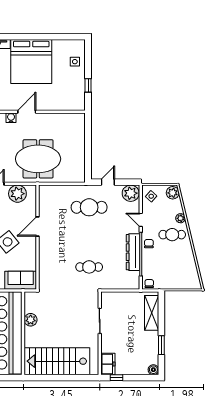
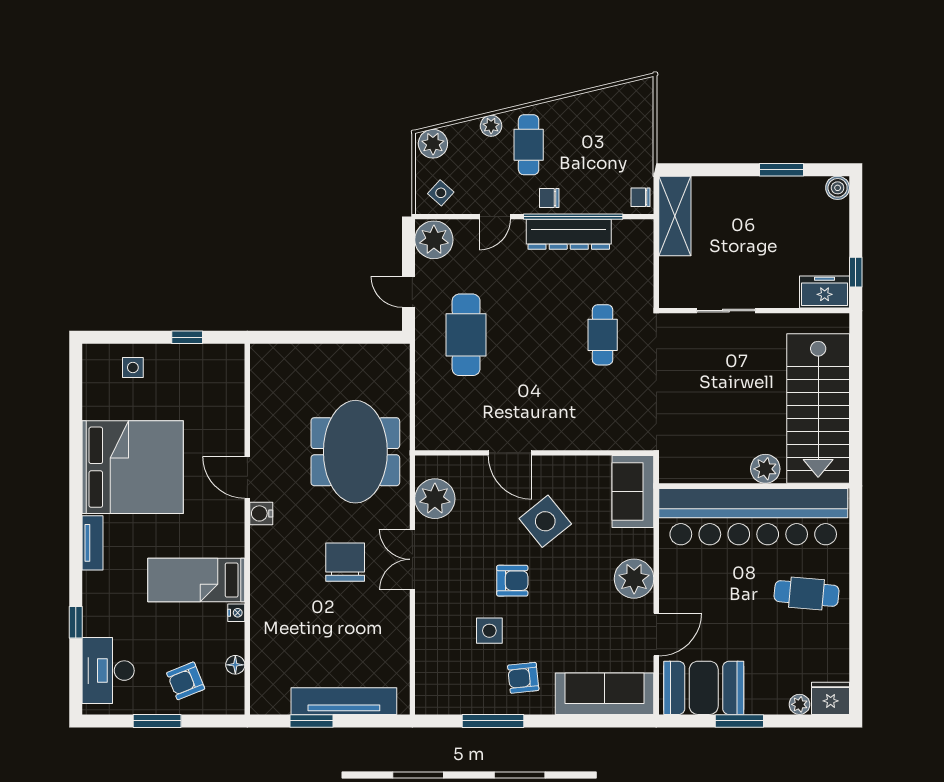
shelving: (152, 313) -> (675, 216), moved, turned 90
plant: (31, 320) -> (765, 469), moved

